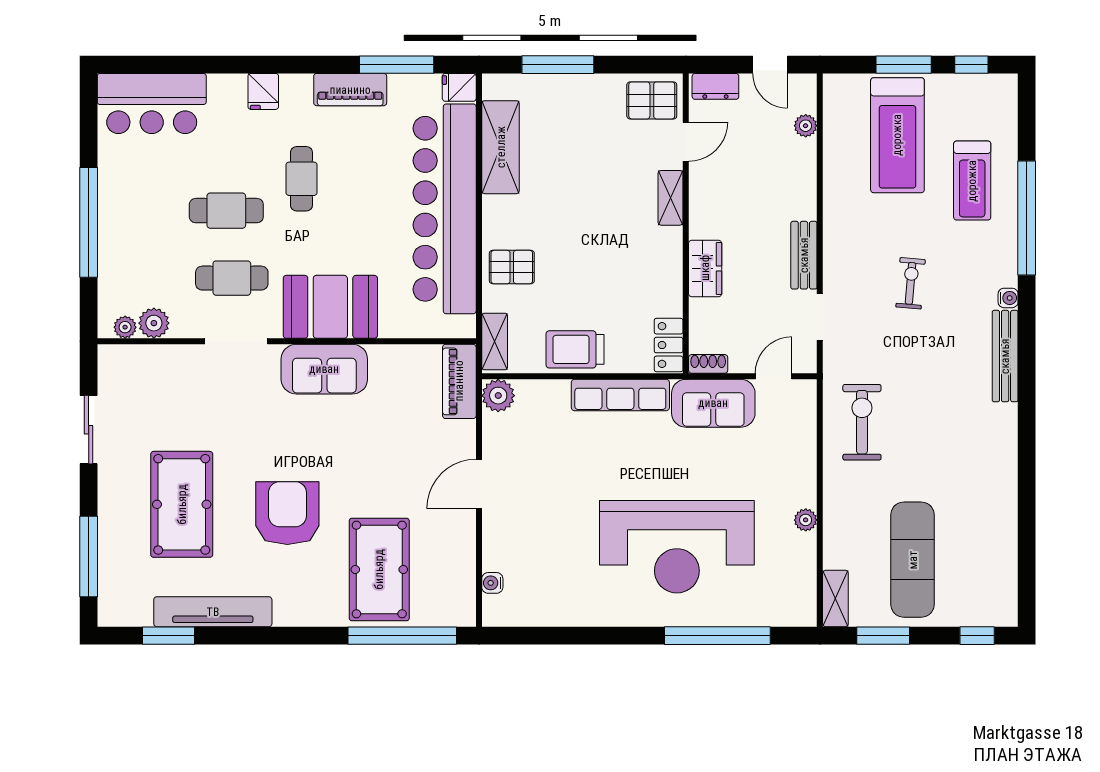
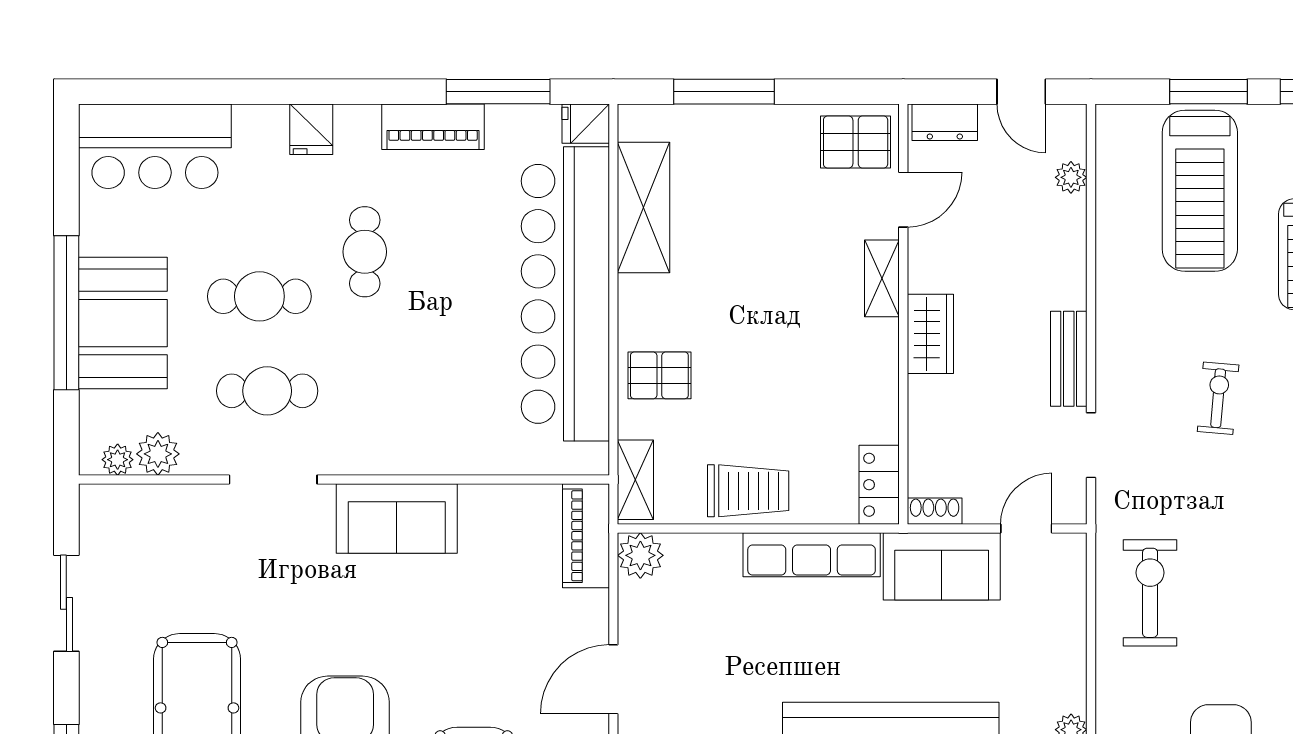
wardrobe: (705, 268) -> (930, 334), moved
booth: (330, 307) -> (123, 323), moved, turned 90
trolley: (575, 349) -> (748, 491), turned 180

